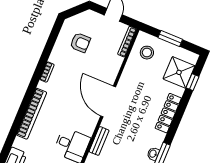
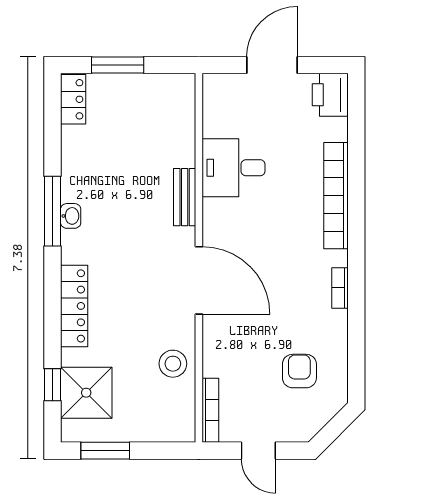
window: (170, 39) -> (105, 451), moved
armchair: (80, 43) -> (299, 371), turned 90
stool: (147, 53) -> (173, 364), moved

